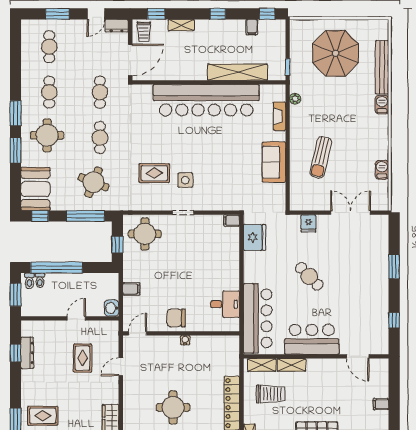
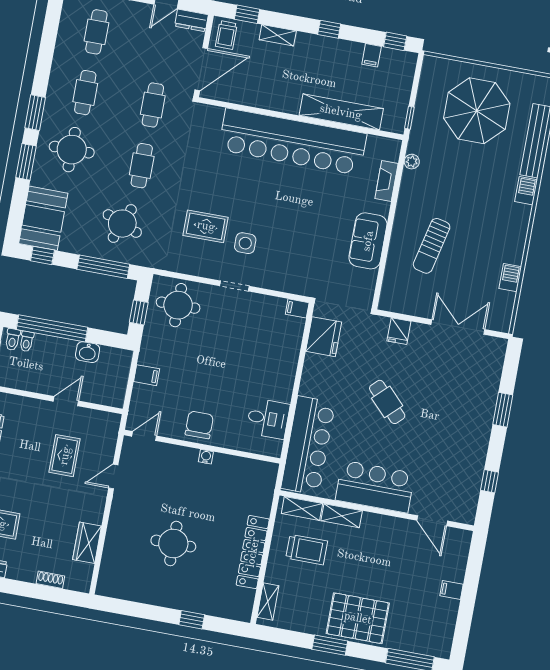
washbasin: (112, 308) -> (88, 352), moved, turned -90
chair: (176, 318) -> (199, 425), turned 90

